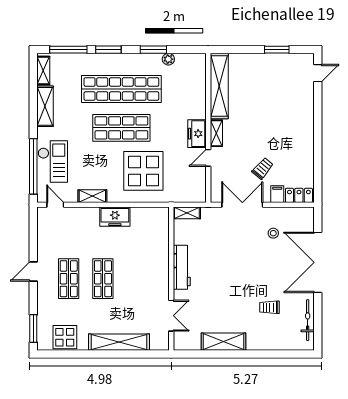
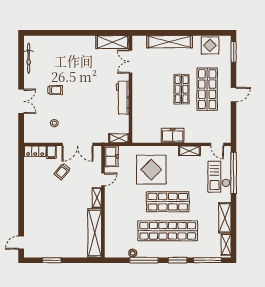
window: (153, 50) -> (144, 260), width x1.44
freezer: (197, 134) -> (111, 156), moved
double door: (318, 262) -> (21, 101), width x0.54
shop shelf: (69, 279) -> (207, 89), width x1.43, depth x1.36
trolley: (269, 307) -> (55, 90), moved
shelving: (224, 342) -> (112, 42), moved

